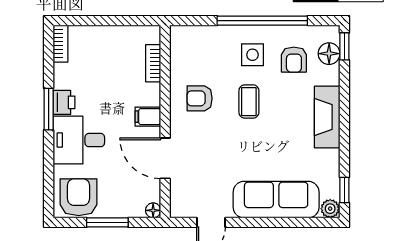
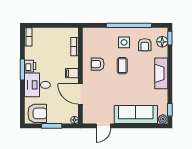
armchair: (79, 197) -> (37, 113), turned 90

